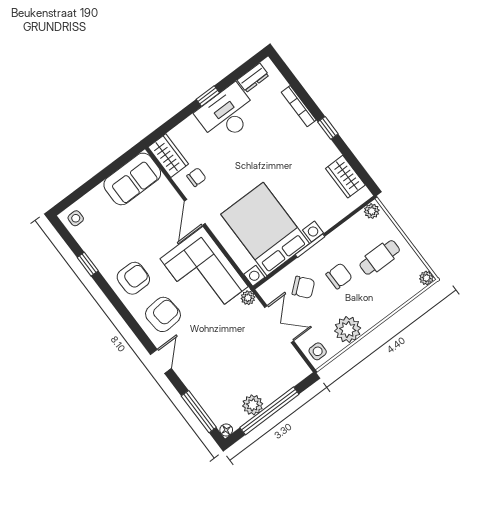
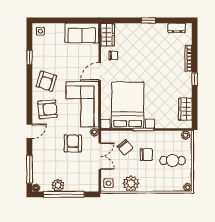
desk: (227, 114) -> (151, 36), removed
armchair: (133, 278) -> (46, 81), turned 107
armchair: (231, 334) -> (73, 143), added

